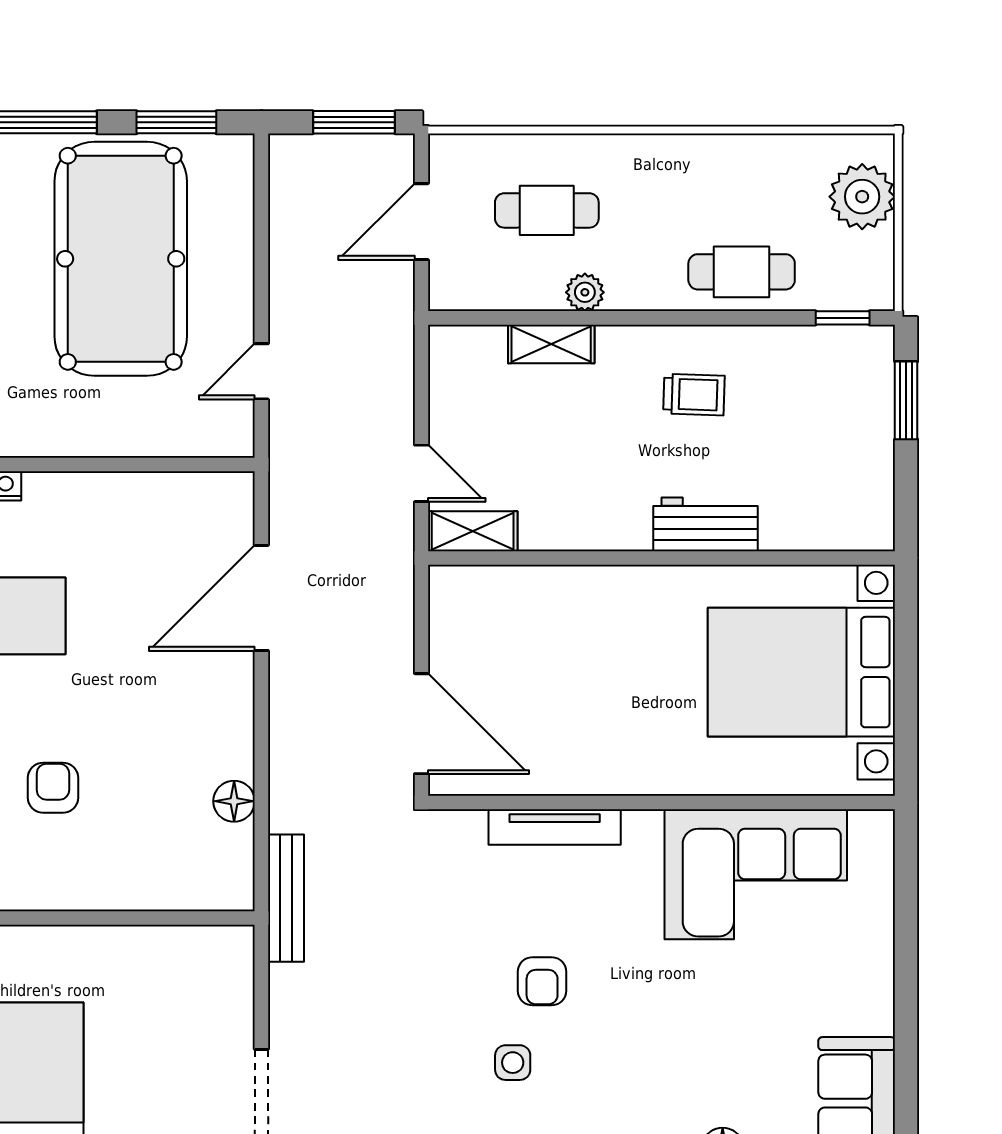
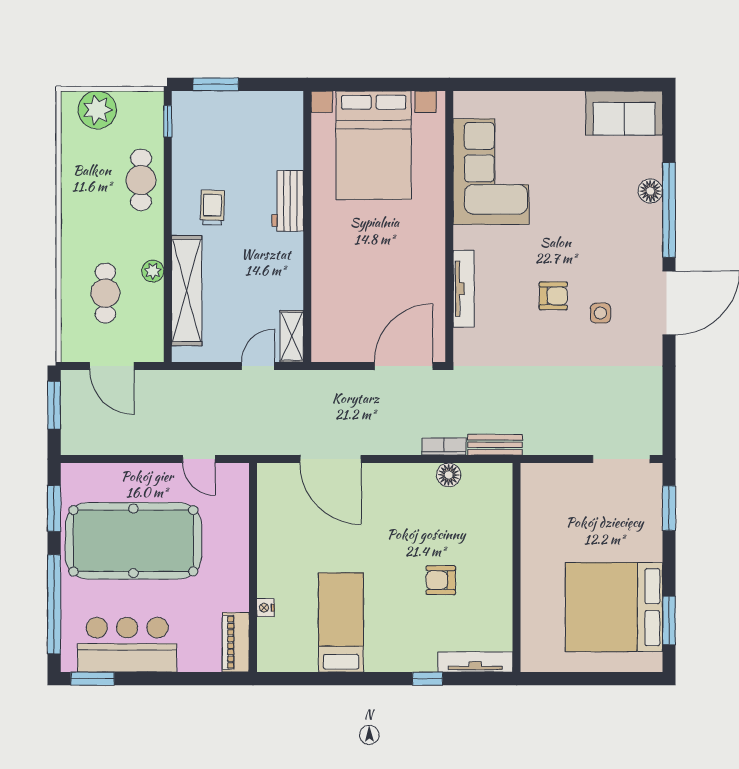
shelving: (551, 344) -> (187, 291), width x2.20, depth x1.33
bookcase: (283, 793) -> (444, 446), added
bench: (286, 898) -> (495, 445), width x0.73

